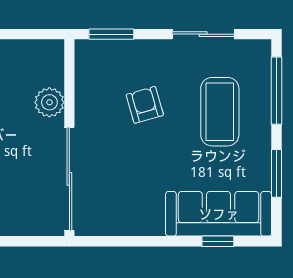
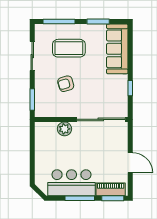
window: (218, 241) -> (130, 88), moved

